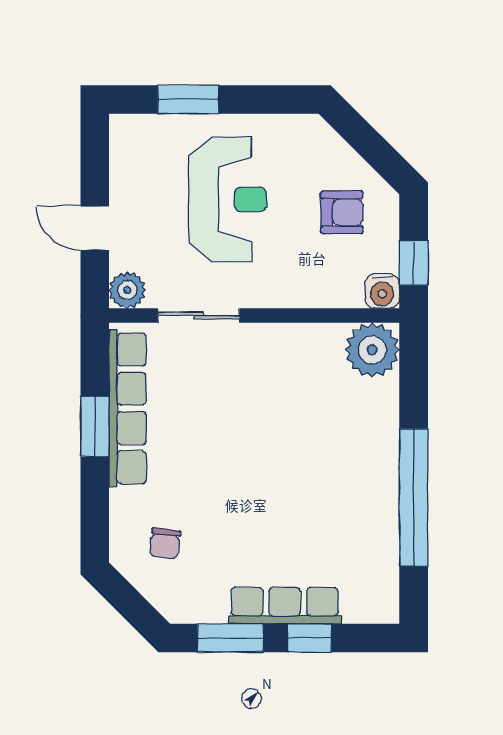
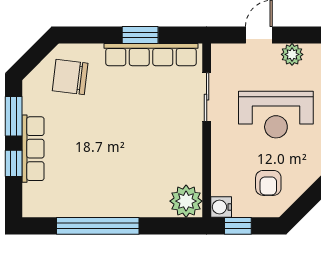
plant: (127, 290) -> (292, 54), moved
chair: (165, 543) -> (70, 77), width x1.87, depth x1.87

